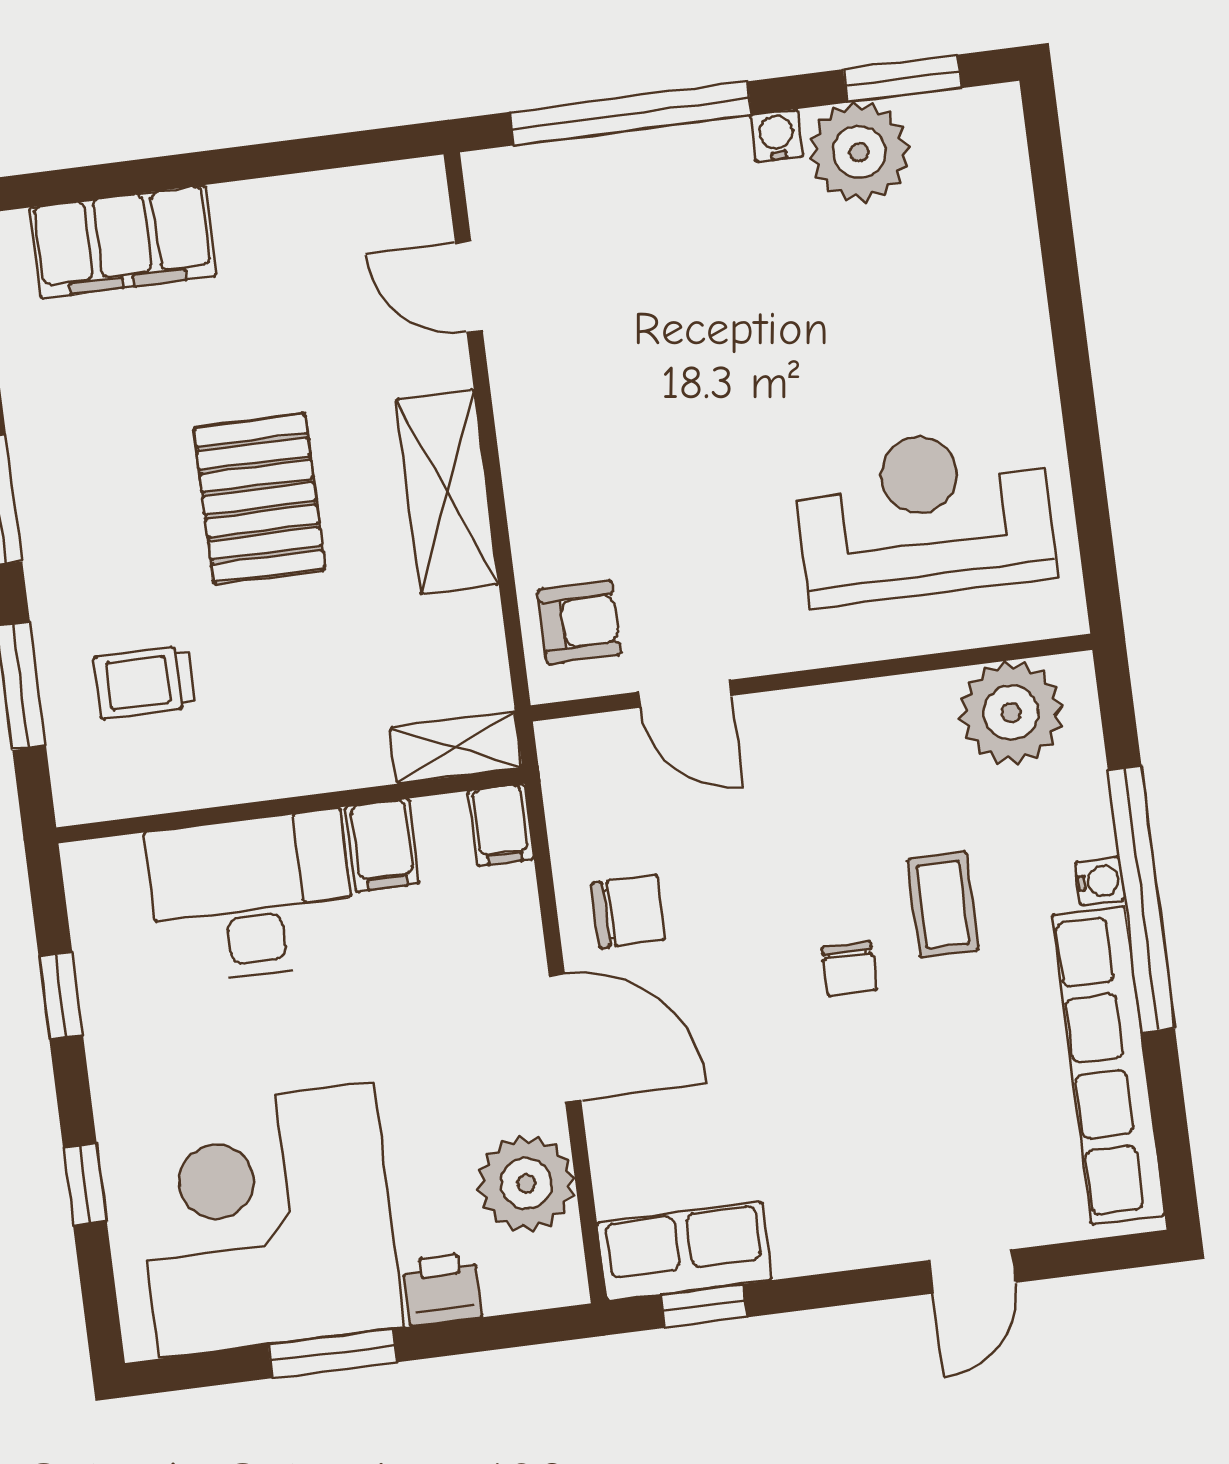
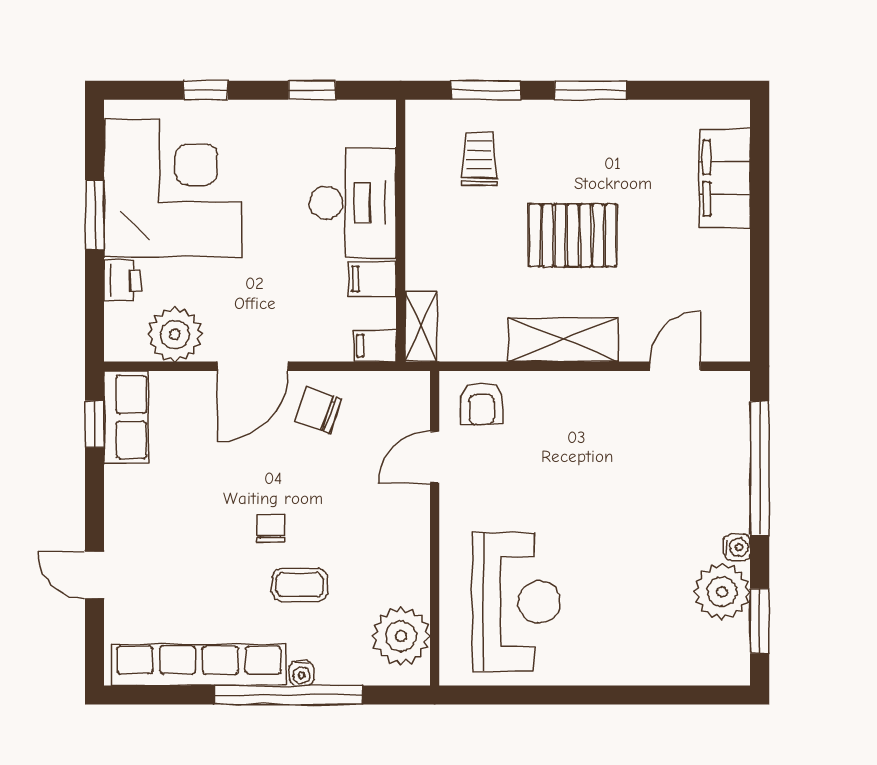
chair: (628, 912) -> (318, 410), turned 109
chair: (849, 969) -> (271, 528), turned 90

